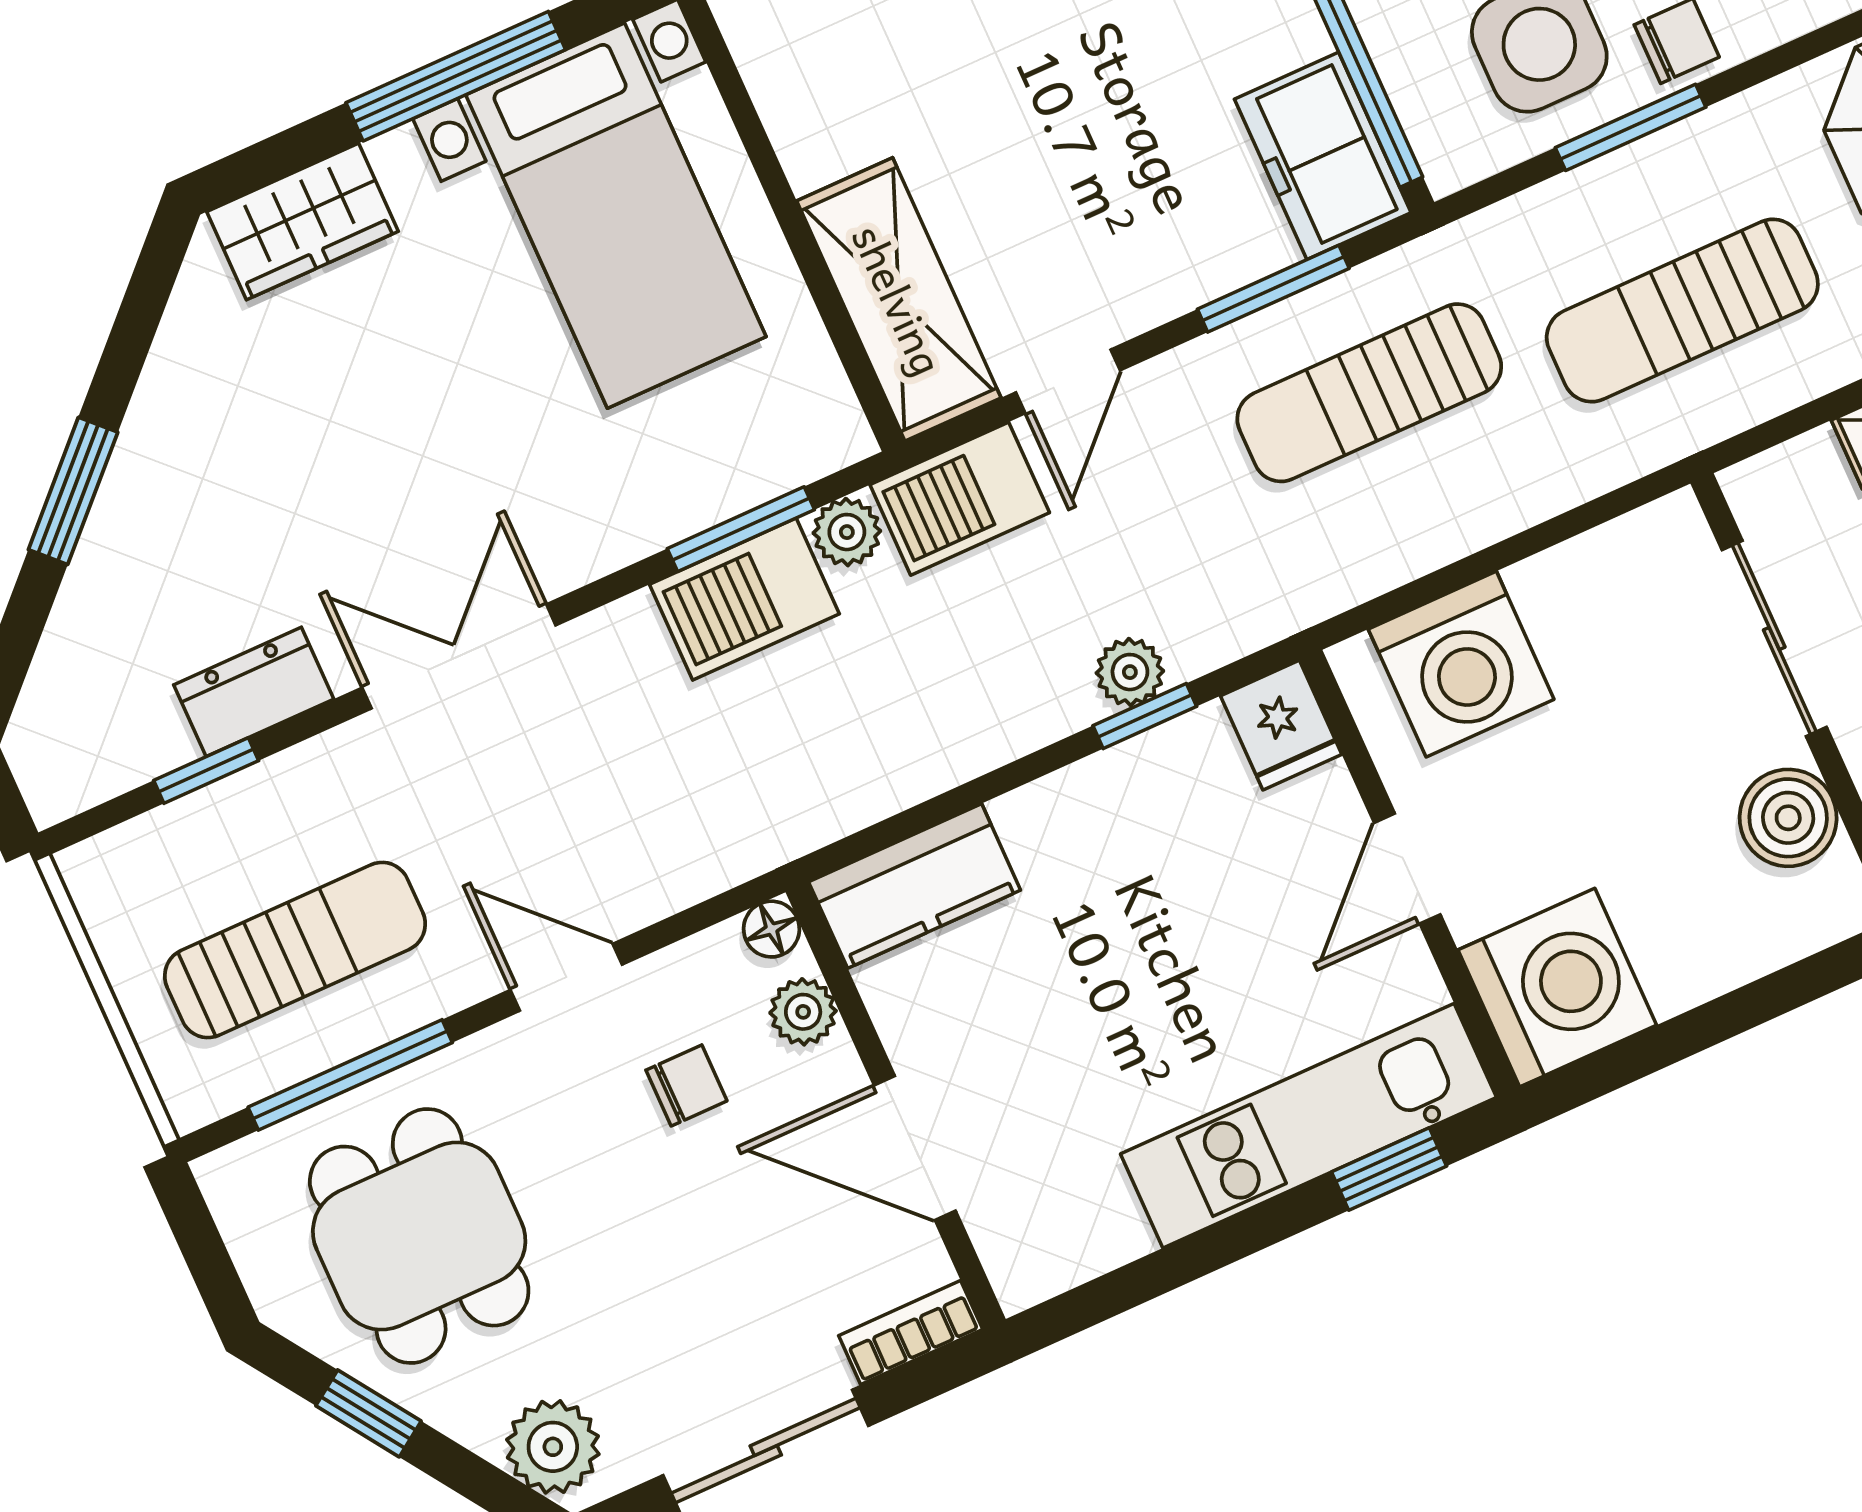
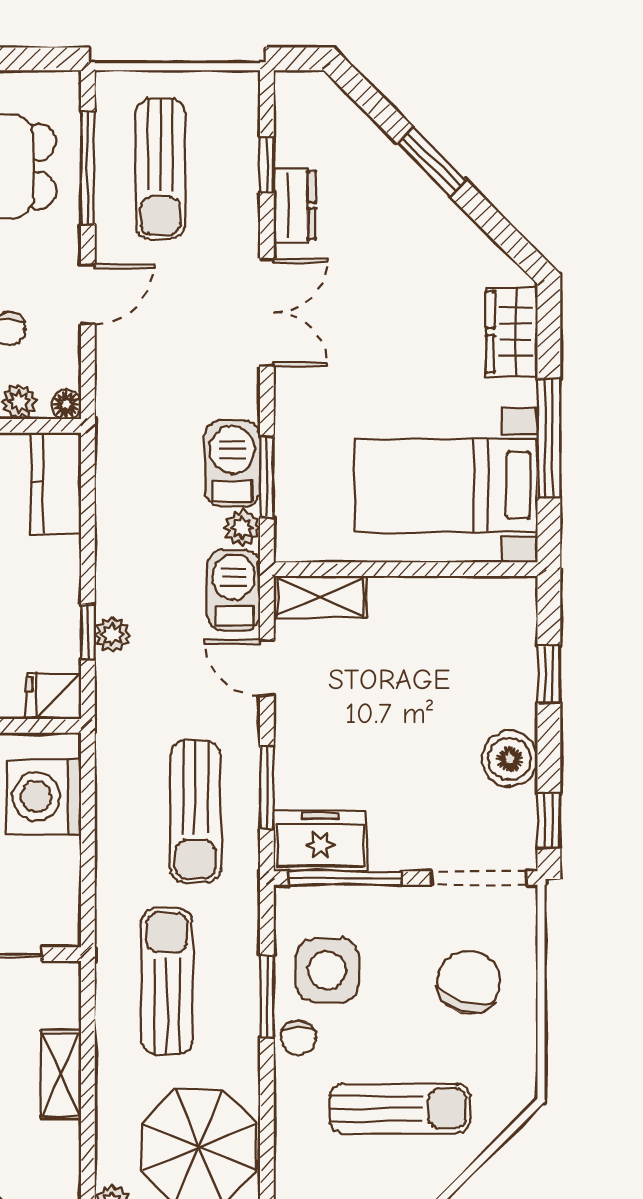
shelving: (899, 299) -> (320, 597), width x0.67, depth x0.75
sun lounger: (1369, 393) -> (195, 812), turned 180

